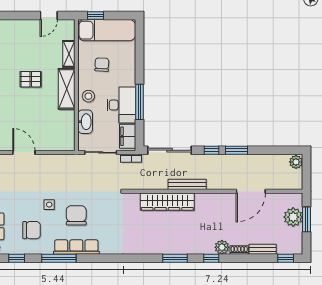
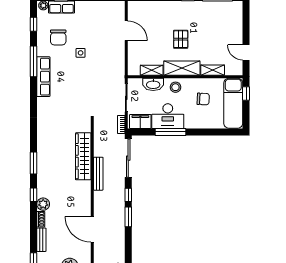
pallet: (31, 79) -> (181, 39), moved
shelving: (69, 123) -> (152, 70), added
door: (24, 152) -> (126, 31), hinge flipped
chair: (76, 215) -> (71, 77), removed

